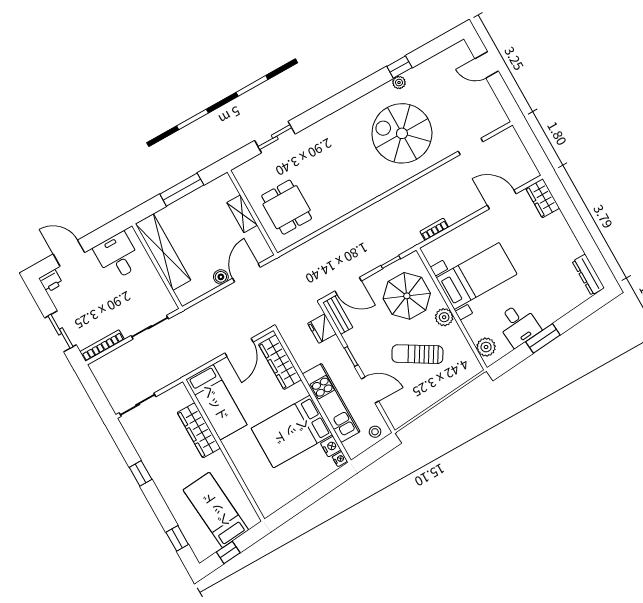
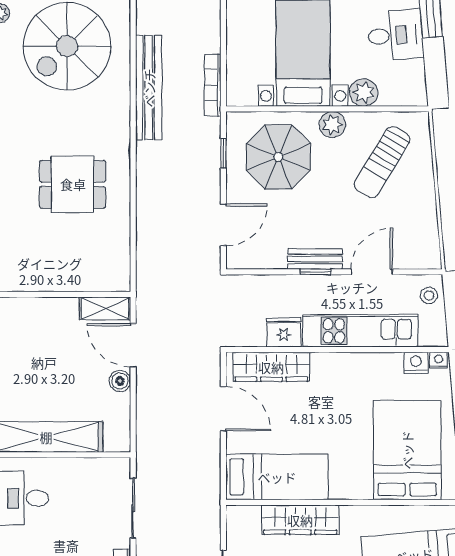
bench: (405, 196) -> (149, 88), added
dining table: (287, 207) -> (73, 184), moved
shelving: (242, 214) -> (105, 308), moved
bookcase: (434, 229) -> (213, 85), width x1.56
bench: (338, 315) -> (315, 259), moved
fridge: (322, 329) -> (284, 332), moved, turned 180
plant: (486, 347) -> (364, 93), moved
sun lounger: (417, 354) -> (382, 162), moved
bed: (292, 432) -> (407, 450), moved, turned 180

